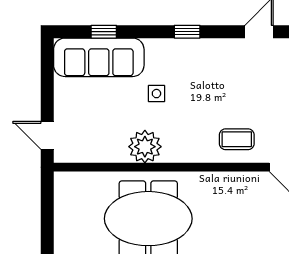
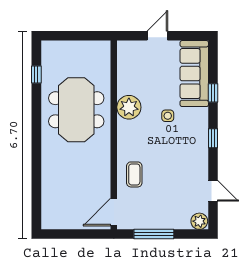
window: (104, 32) -> (213, 93), moved
door: (47, 135) -> (157, 36), moved

